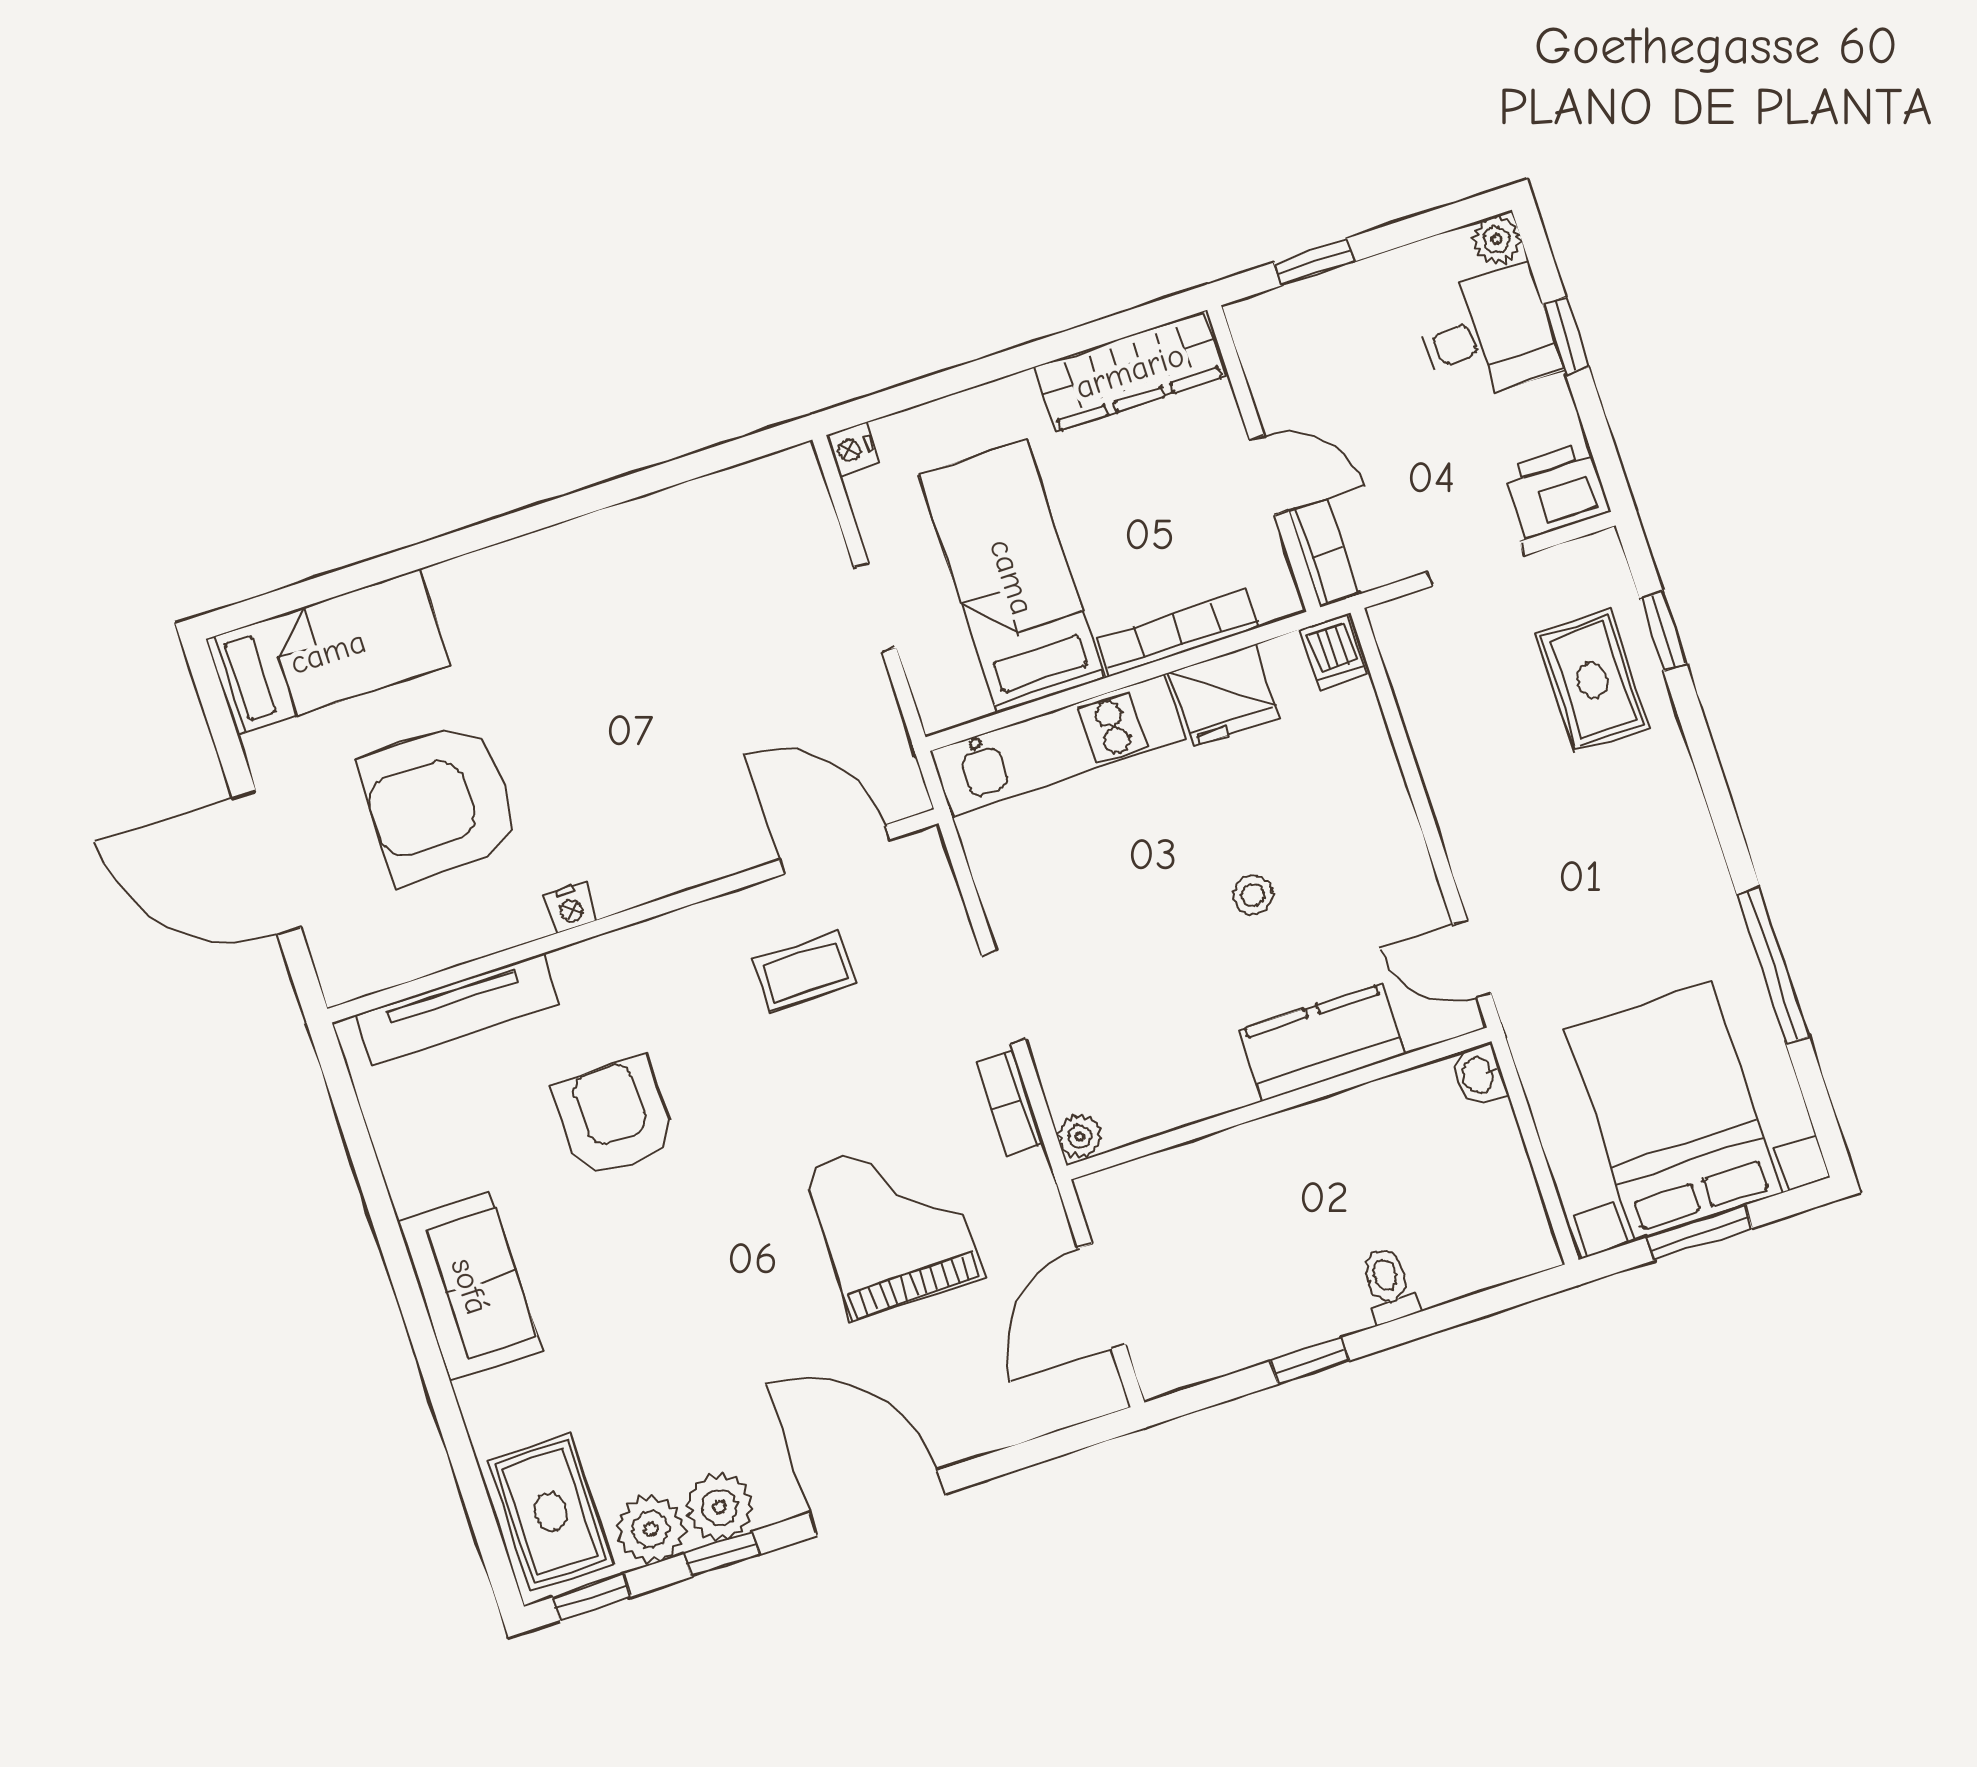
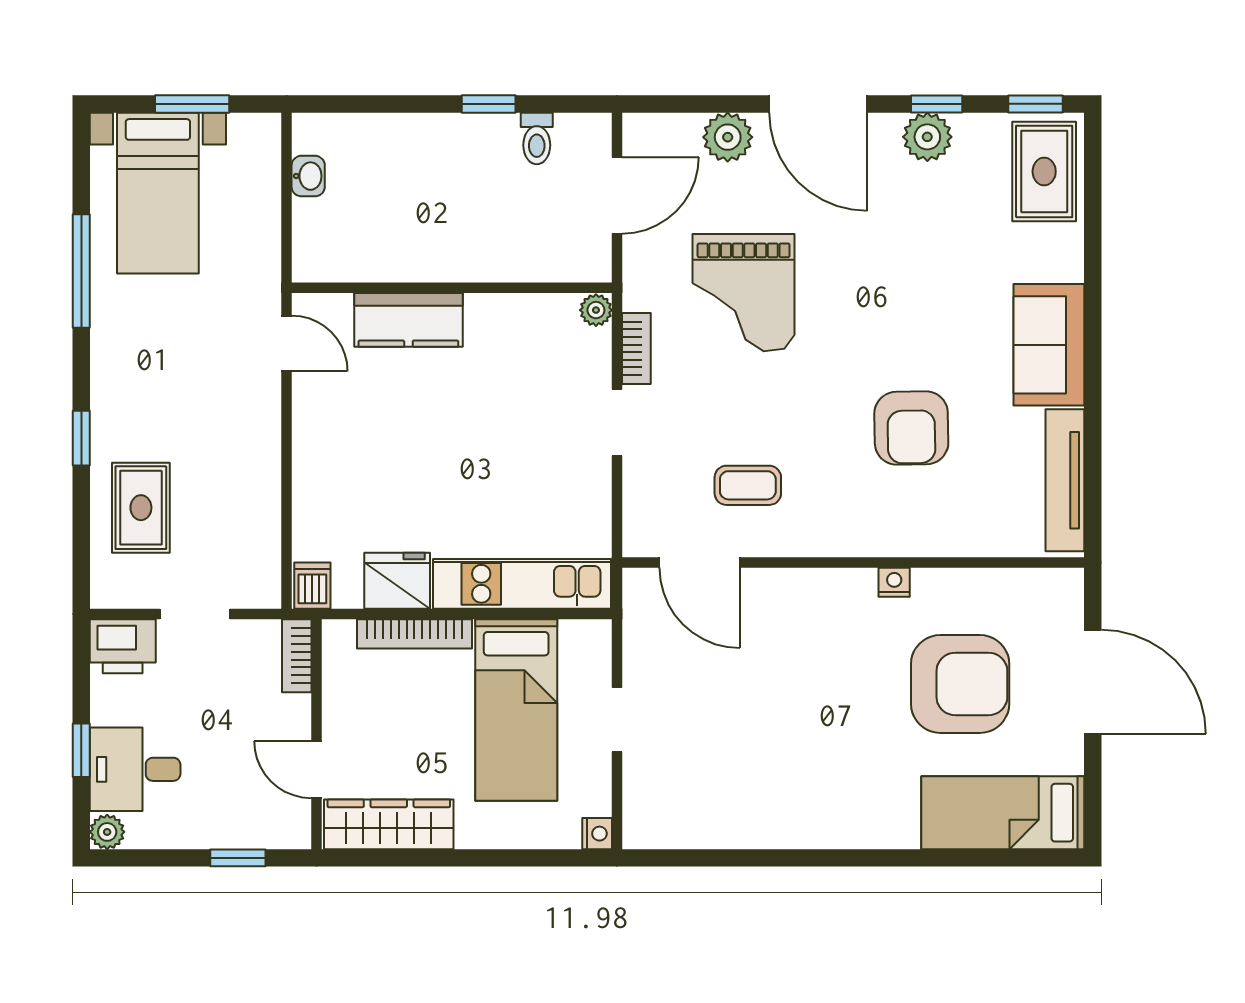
door: (1269, 475) -> (317, 770), moved
window: (1663, 631) -> (81, 438), moved
stool: (1253, 895) -> (423, 437), removed
tv unit: (457, 1009) -> (1065, 480), moved, turned -90
washbasin: (1479, 1075) -> (308, 176), moved
bed with nightstands: (1674, 1112) -> (158, 193), width x0.73
toilet: (1388, 1285) -> (537, 138), moved
plant: (651, 1529) -> (728, 137), moved

